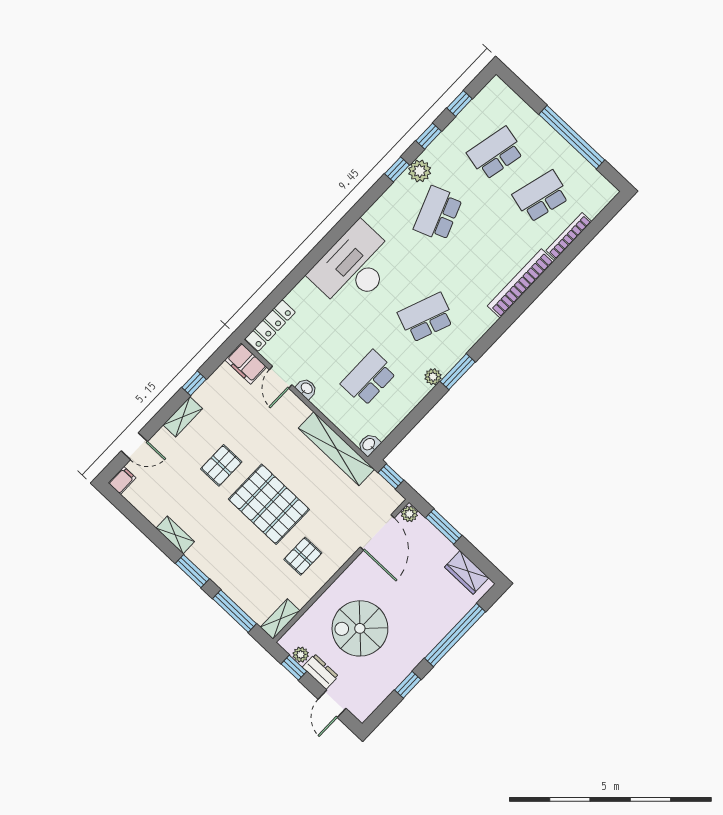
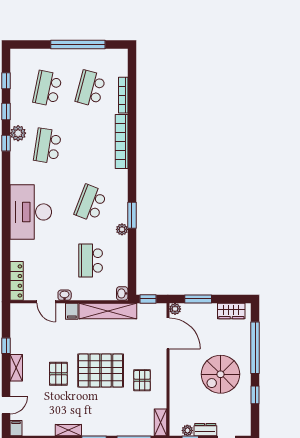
school desk: (438, 214) -> (47, 146), turned 30
filing cabinet: (246, 363) -> (72, 311), moved, width x0.50
spiral stairs: (360, 628) -> (221, 374), moved

